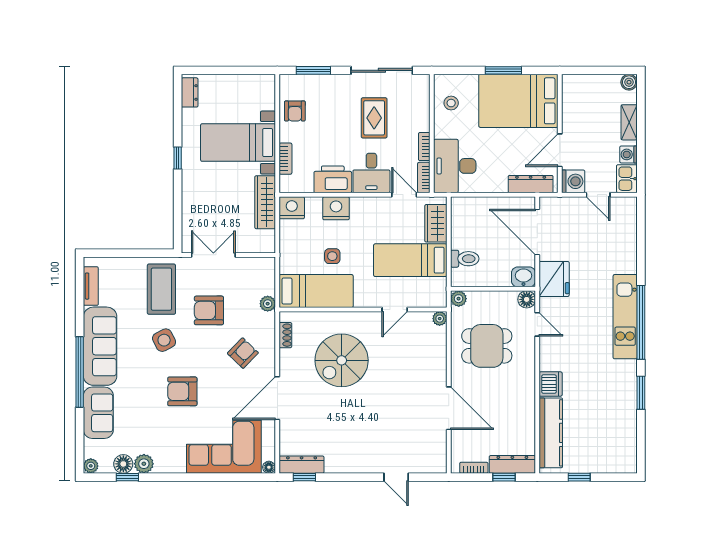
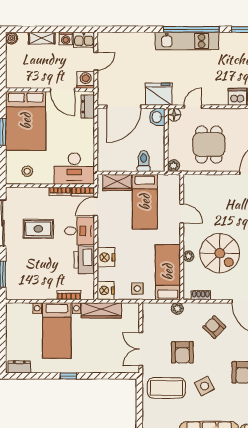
armchair: (295, 111) -> (33, 288), removed
dresser: (531, 184) -> (88, 107), width x0.70
side table: (332, 256) -> (137, 289), moved
plant: (440, 319) -> (188, 256), moved

